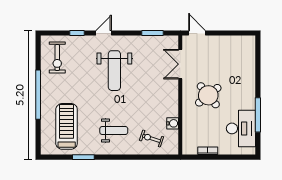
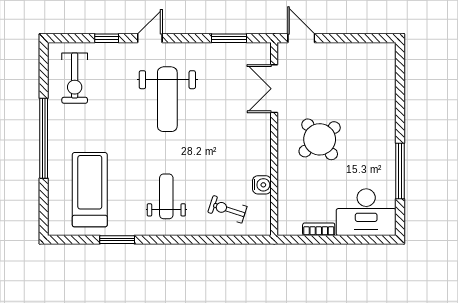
desk: (241, 128) -> (366, 212), moved, turned 90
weight bench: (114, 130) -> (166, 196), turned -90

